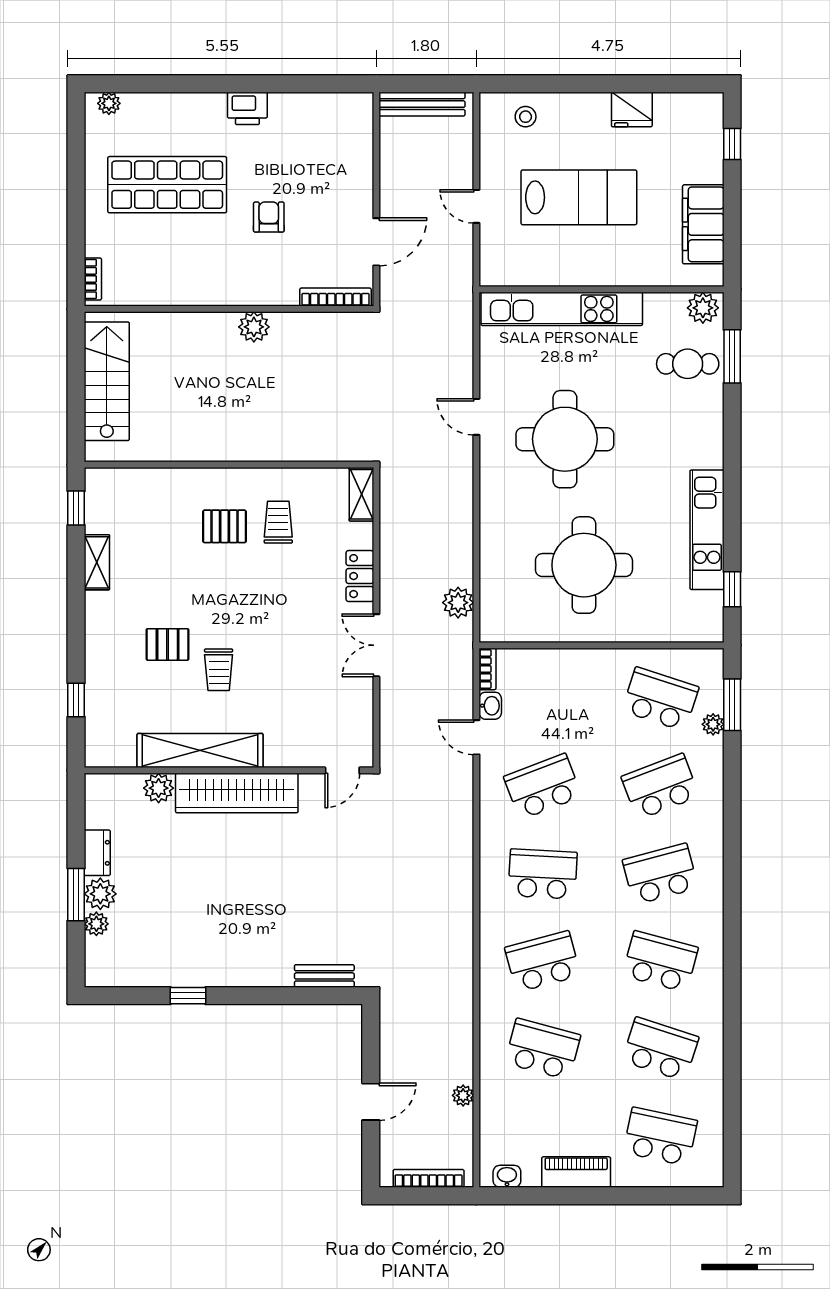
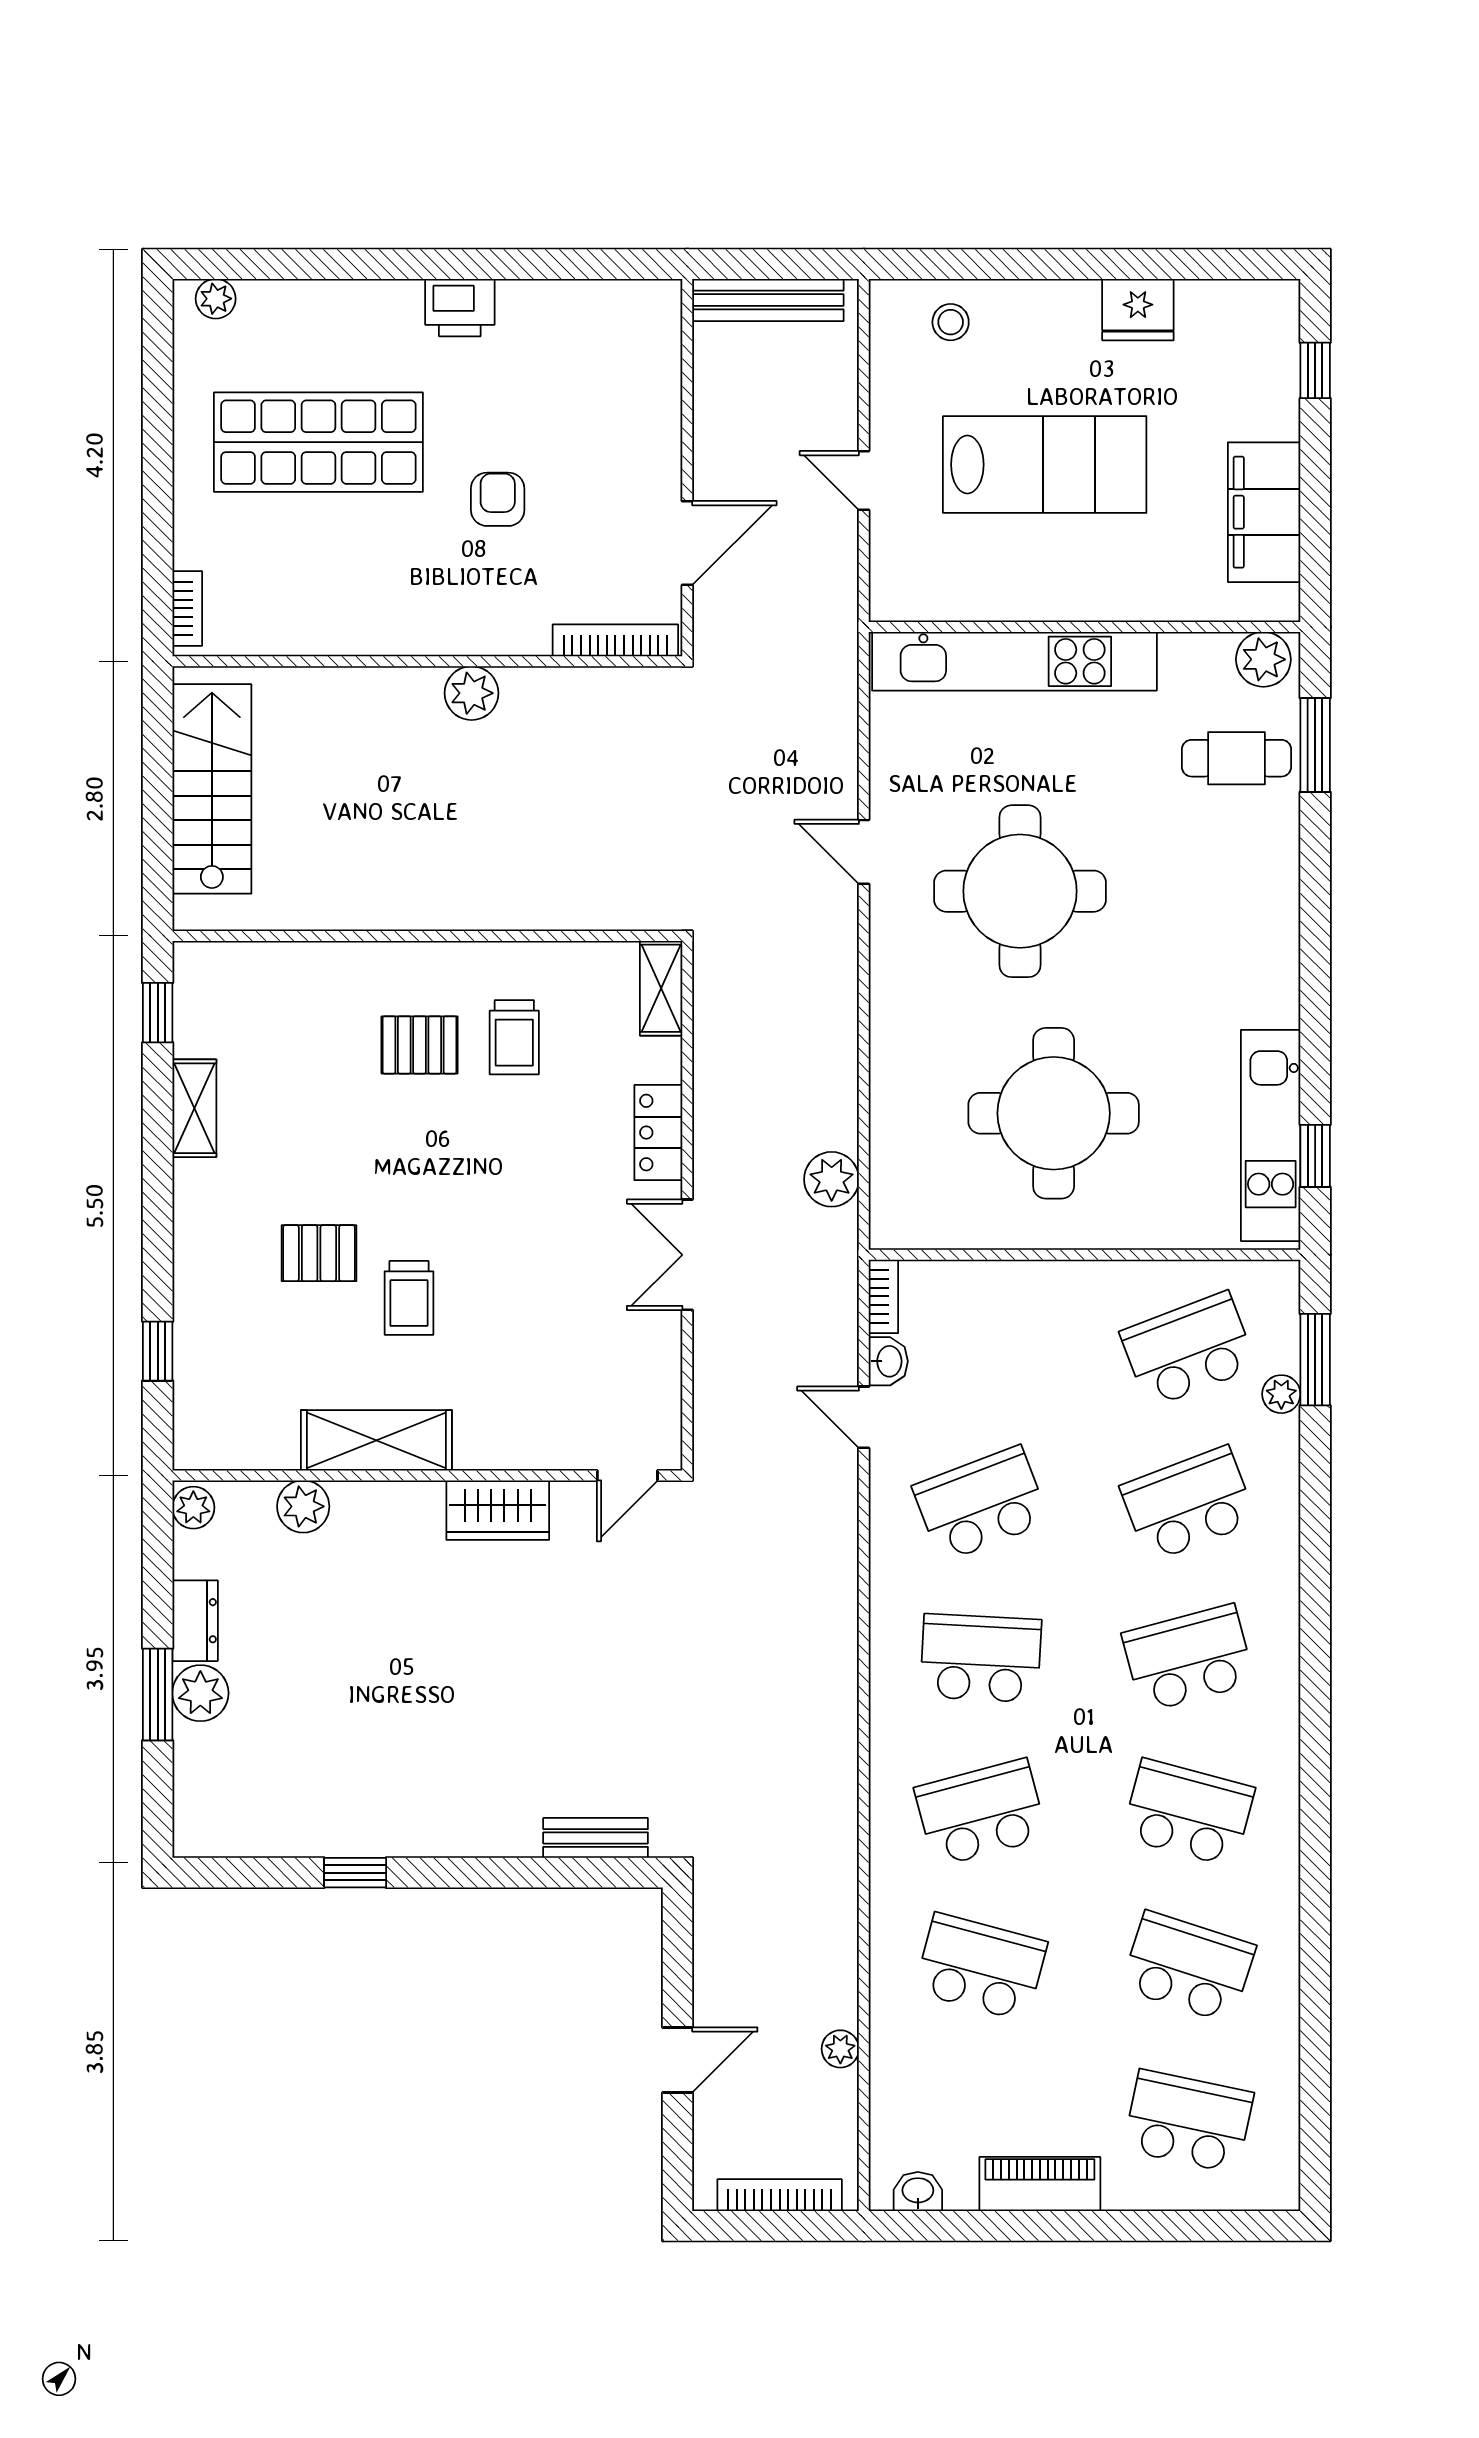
trolley: (278, 522) -> (514, 1037), turned 180
kitchen unit: (707, 530) -> (1271, 1136), moved
school desk: (660, 699) -> (1188, 1349), turned -39
shelving: (200, 750) -> (376, 1440), width x0.68
wardrobe: (237, 793) -> (498, 1510), width x0.48, depth x0.85
plant: (96, 924) -> (193, 1508), moved

